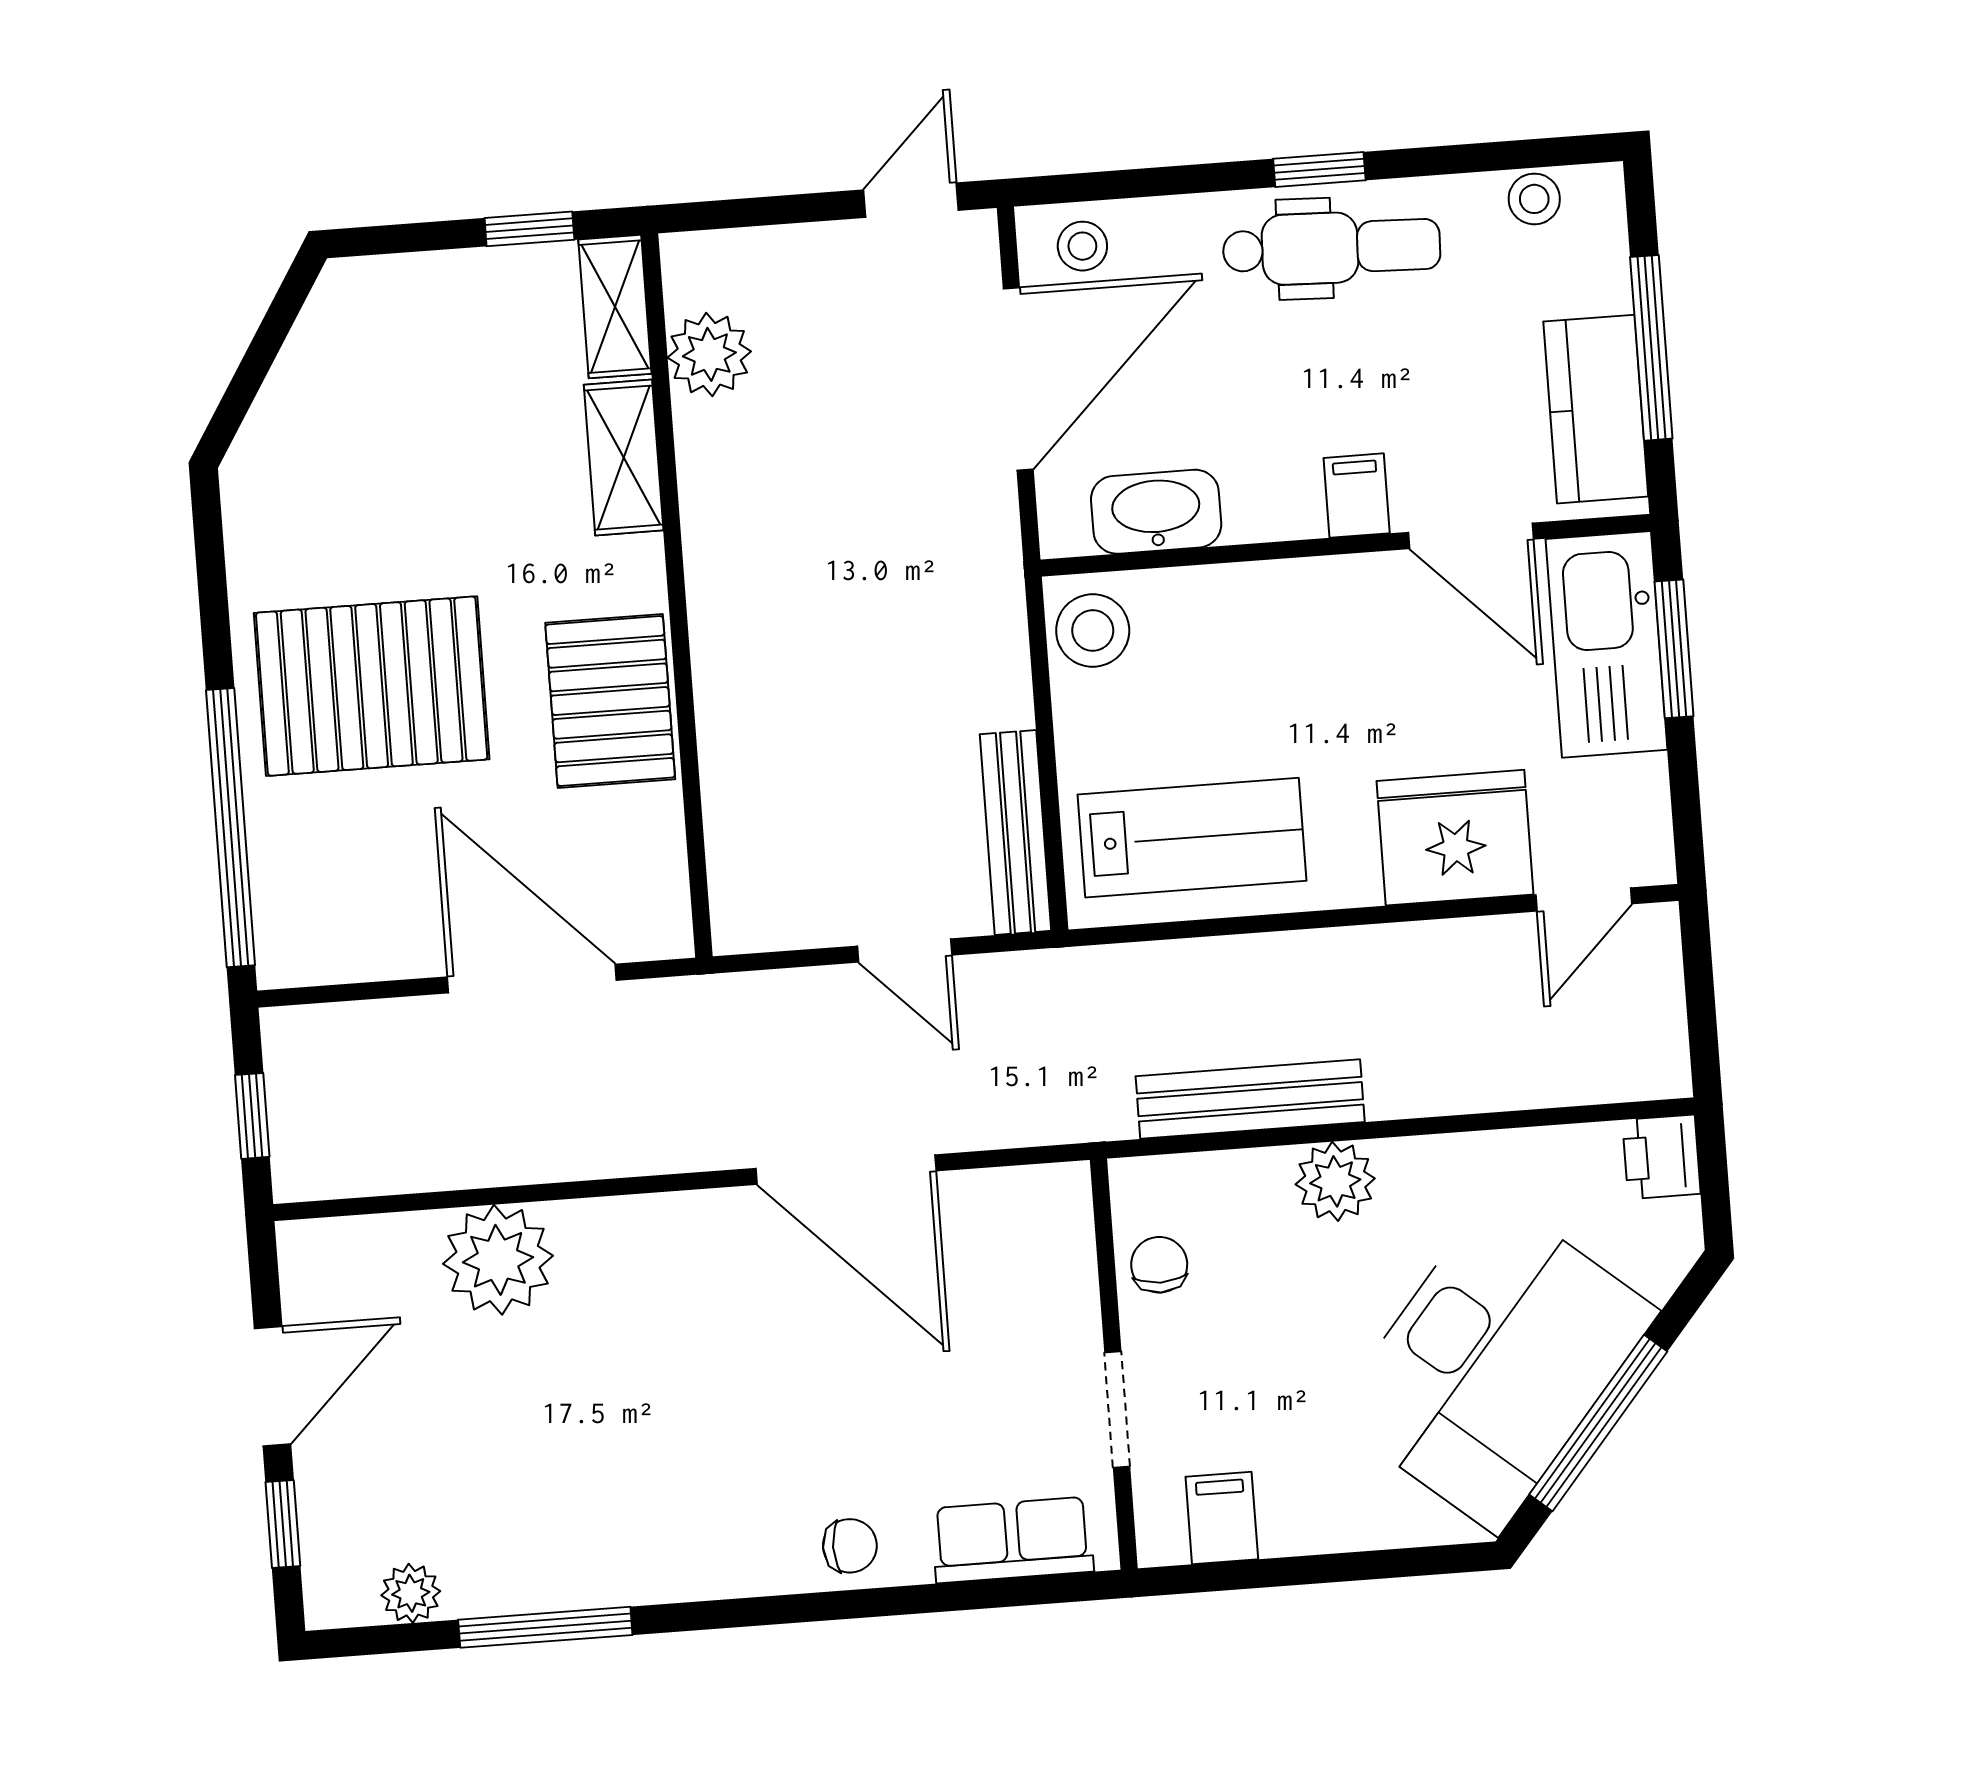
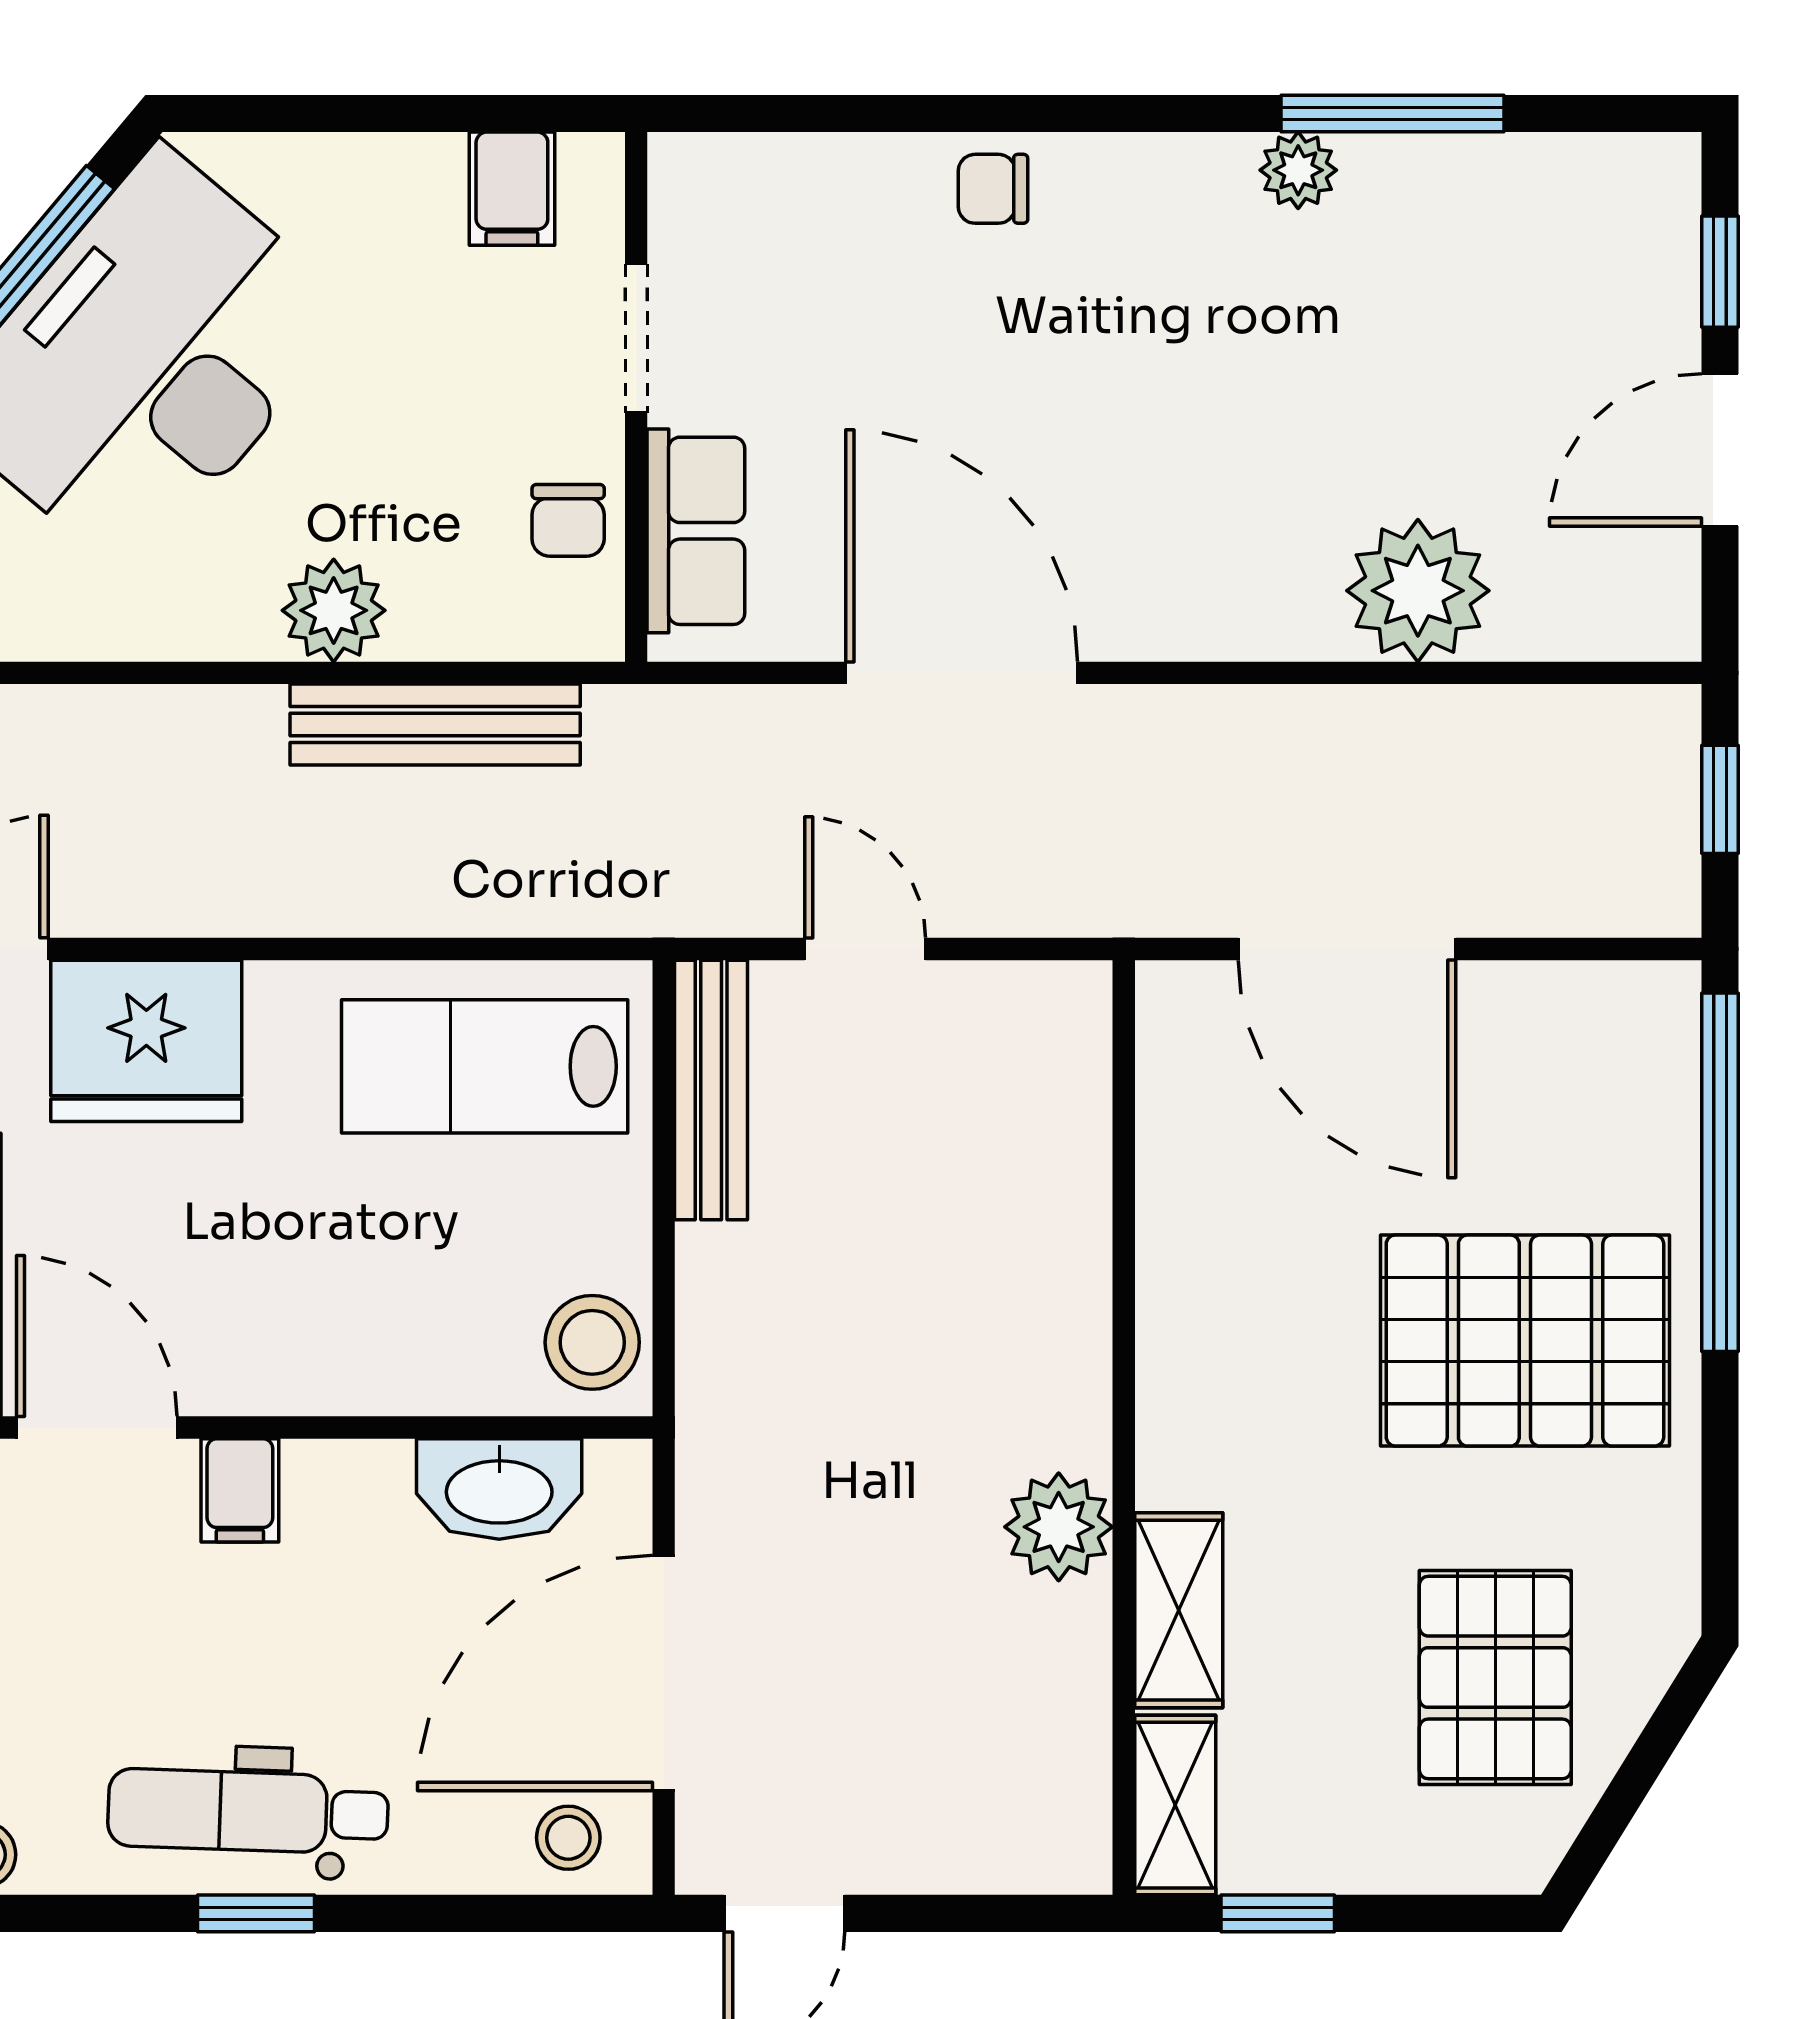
plant: (709, 354) -> (1059, 1527), moved
pallet: (610, 701) -> (1495, 1678), moved
row of seats: (1012, 1540) -> (696, 531), moved, turned -90
plant: (411, 1593) -> (1298, 170), moved

